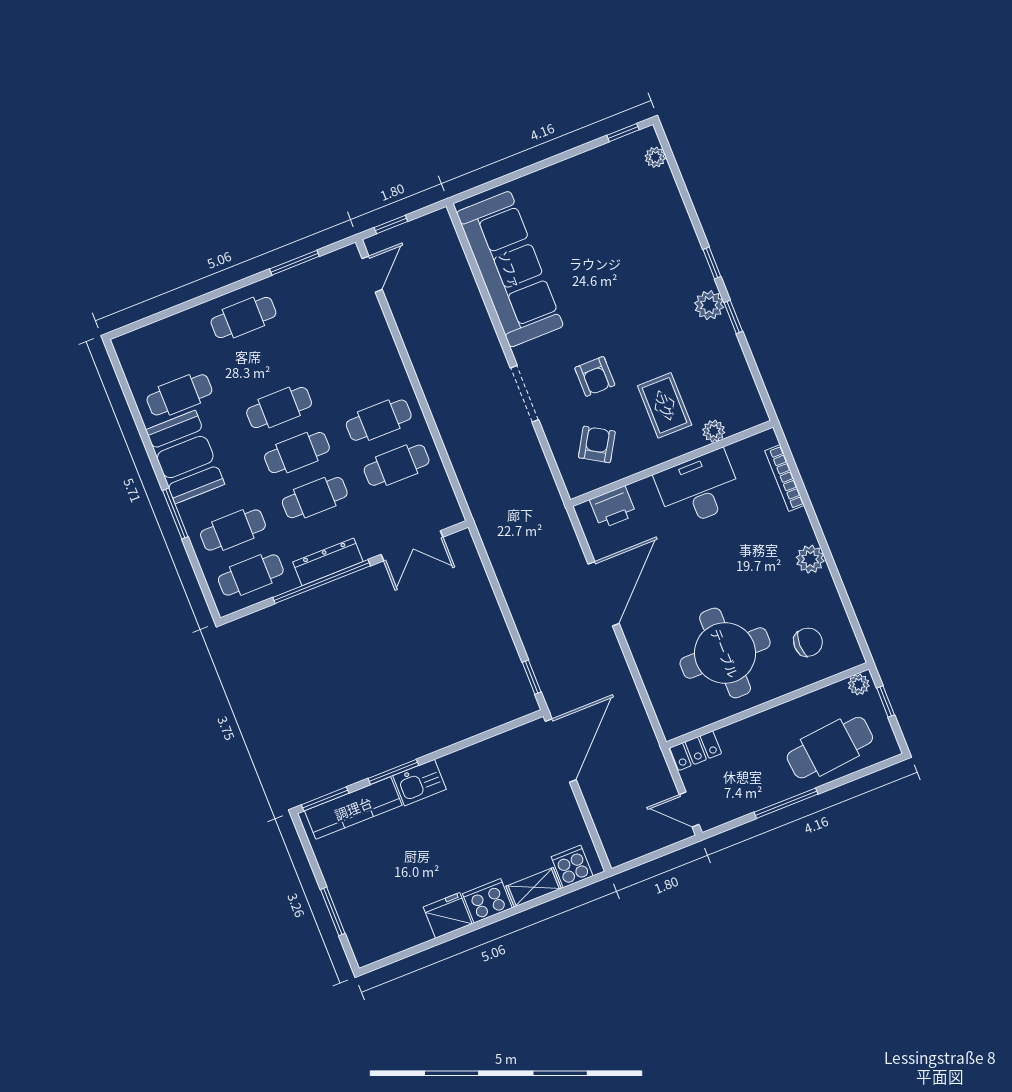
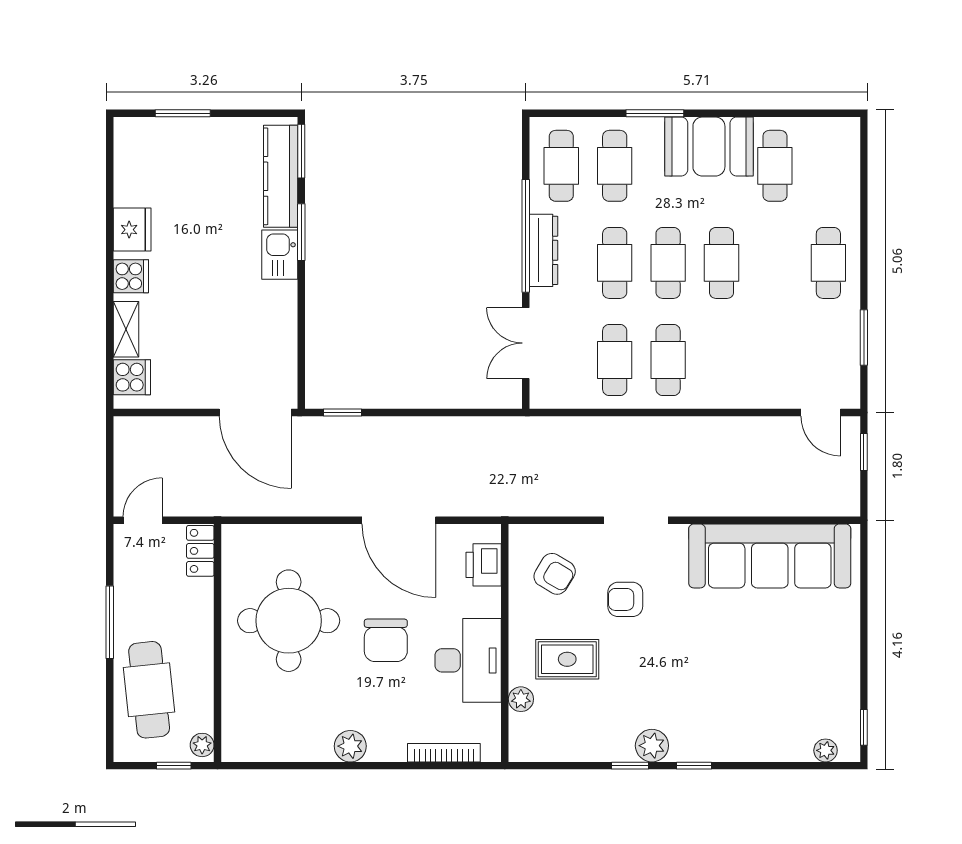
chair: (808, 642) -> (386, 640), moved, width x1.37, depth x1.37
cooker: (487, 901) -> (131, 276), width x0.73

